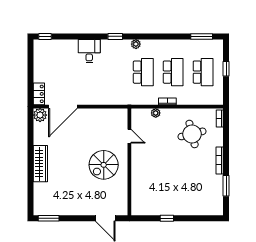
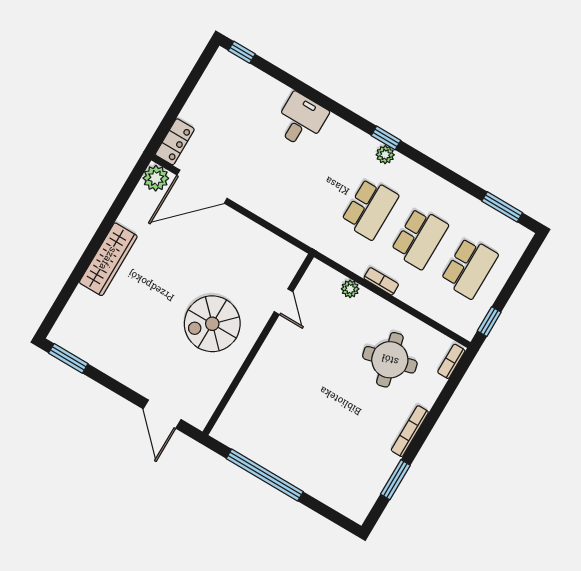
window: (115, 36) -> (386, 138), moved
window: (226, 69) -> (489, 322), moved
window: (167, 218) -> (265, 475), width x3.17

